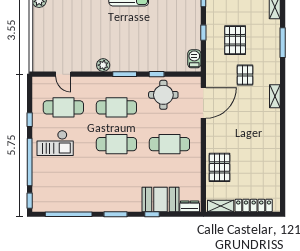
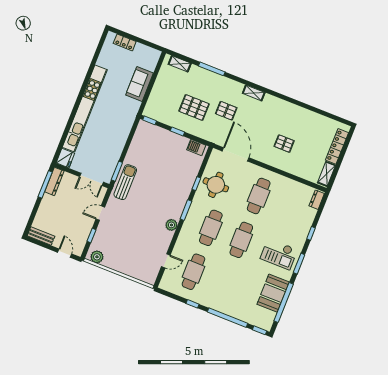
checkout: (55, 143) -> (279, 254), moved, turned 90
pallet: (219, 167) -> (284, 144), moved, width x0.67, depth x0.71
booth: (160, 199) -> (273, 293), moved

